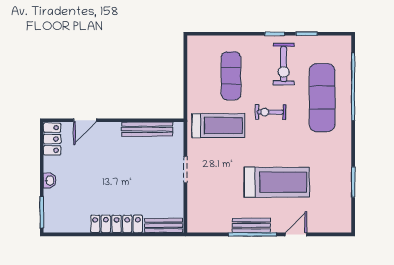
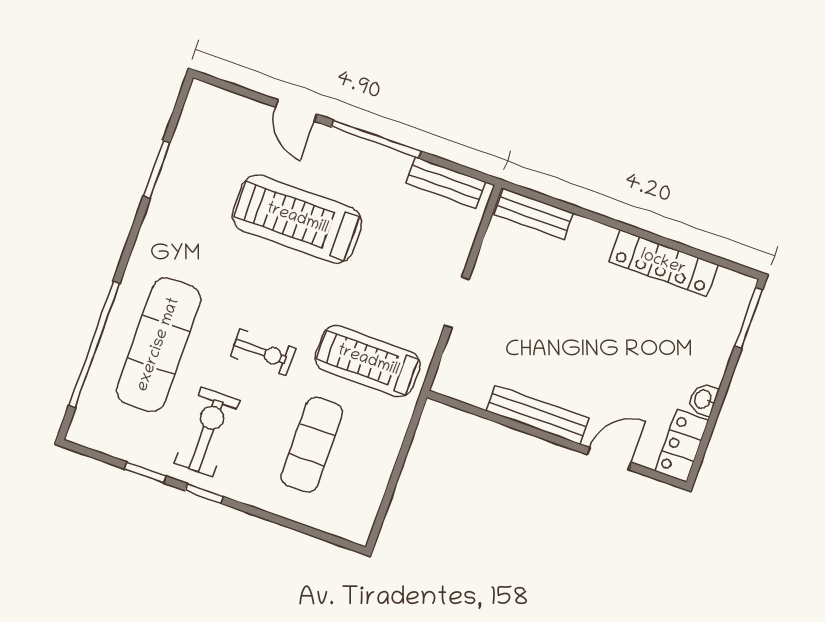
bench: (147, 129) -> (538, 415), moved
washbasin: (50, 181) -> (703, 399), moved
locker: (117, 224) -> (663, 263), moved
bench: (251, 225) -> (446, 182), moved
door: (296, 234) -> (296, 110), hinge flipped

